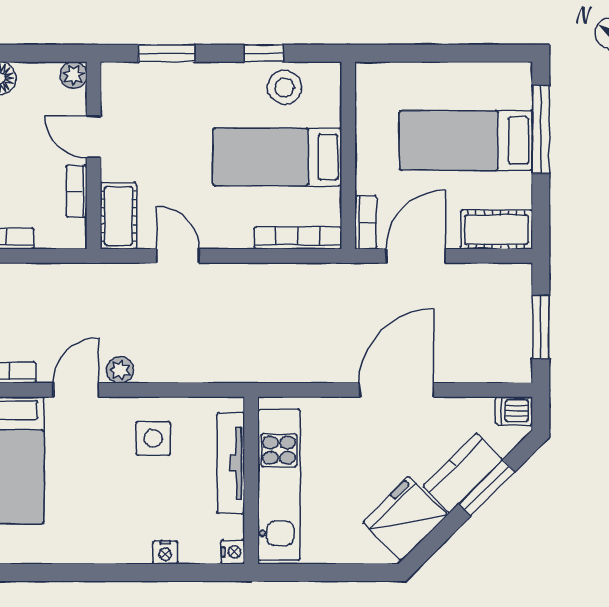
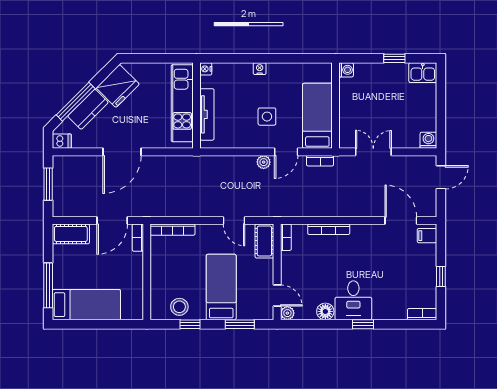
door: (94, 137) -> (277, 295), moved
bed: (466, 141) -> (86, 305), moved
bed: (277, 157) -> (221, 287), moved, turned -90
bookcase: (77, 191) -> (286, 237), moved
side table: (153, 438) -> (267, 117), moved
window: (487, 488) -> (76, 102), width x1.44
nightstand: (165, 552) -> (260, 69), moved

